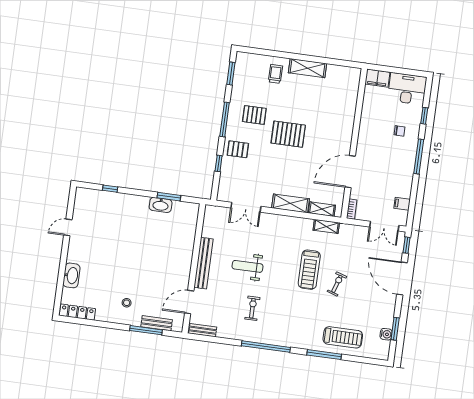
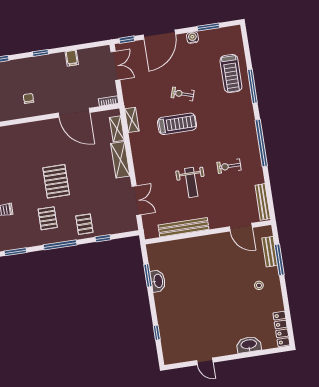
chair: (399, 131) -> (28, 98), moved
window: (419, 156) -> (41, 53), width x0.46
filing cabinet: (402, 204) -> (72, 58), moved
bench: (203, 263) -> (184, 227), moved
bench: (203, 330) -> (263, 202), width x1.36
water cooler: (386, 334) -> (193, 38), moved
treadmill: (343, 337) -> (231, 74), turned 180

